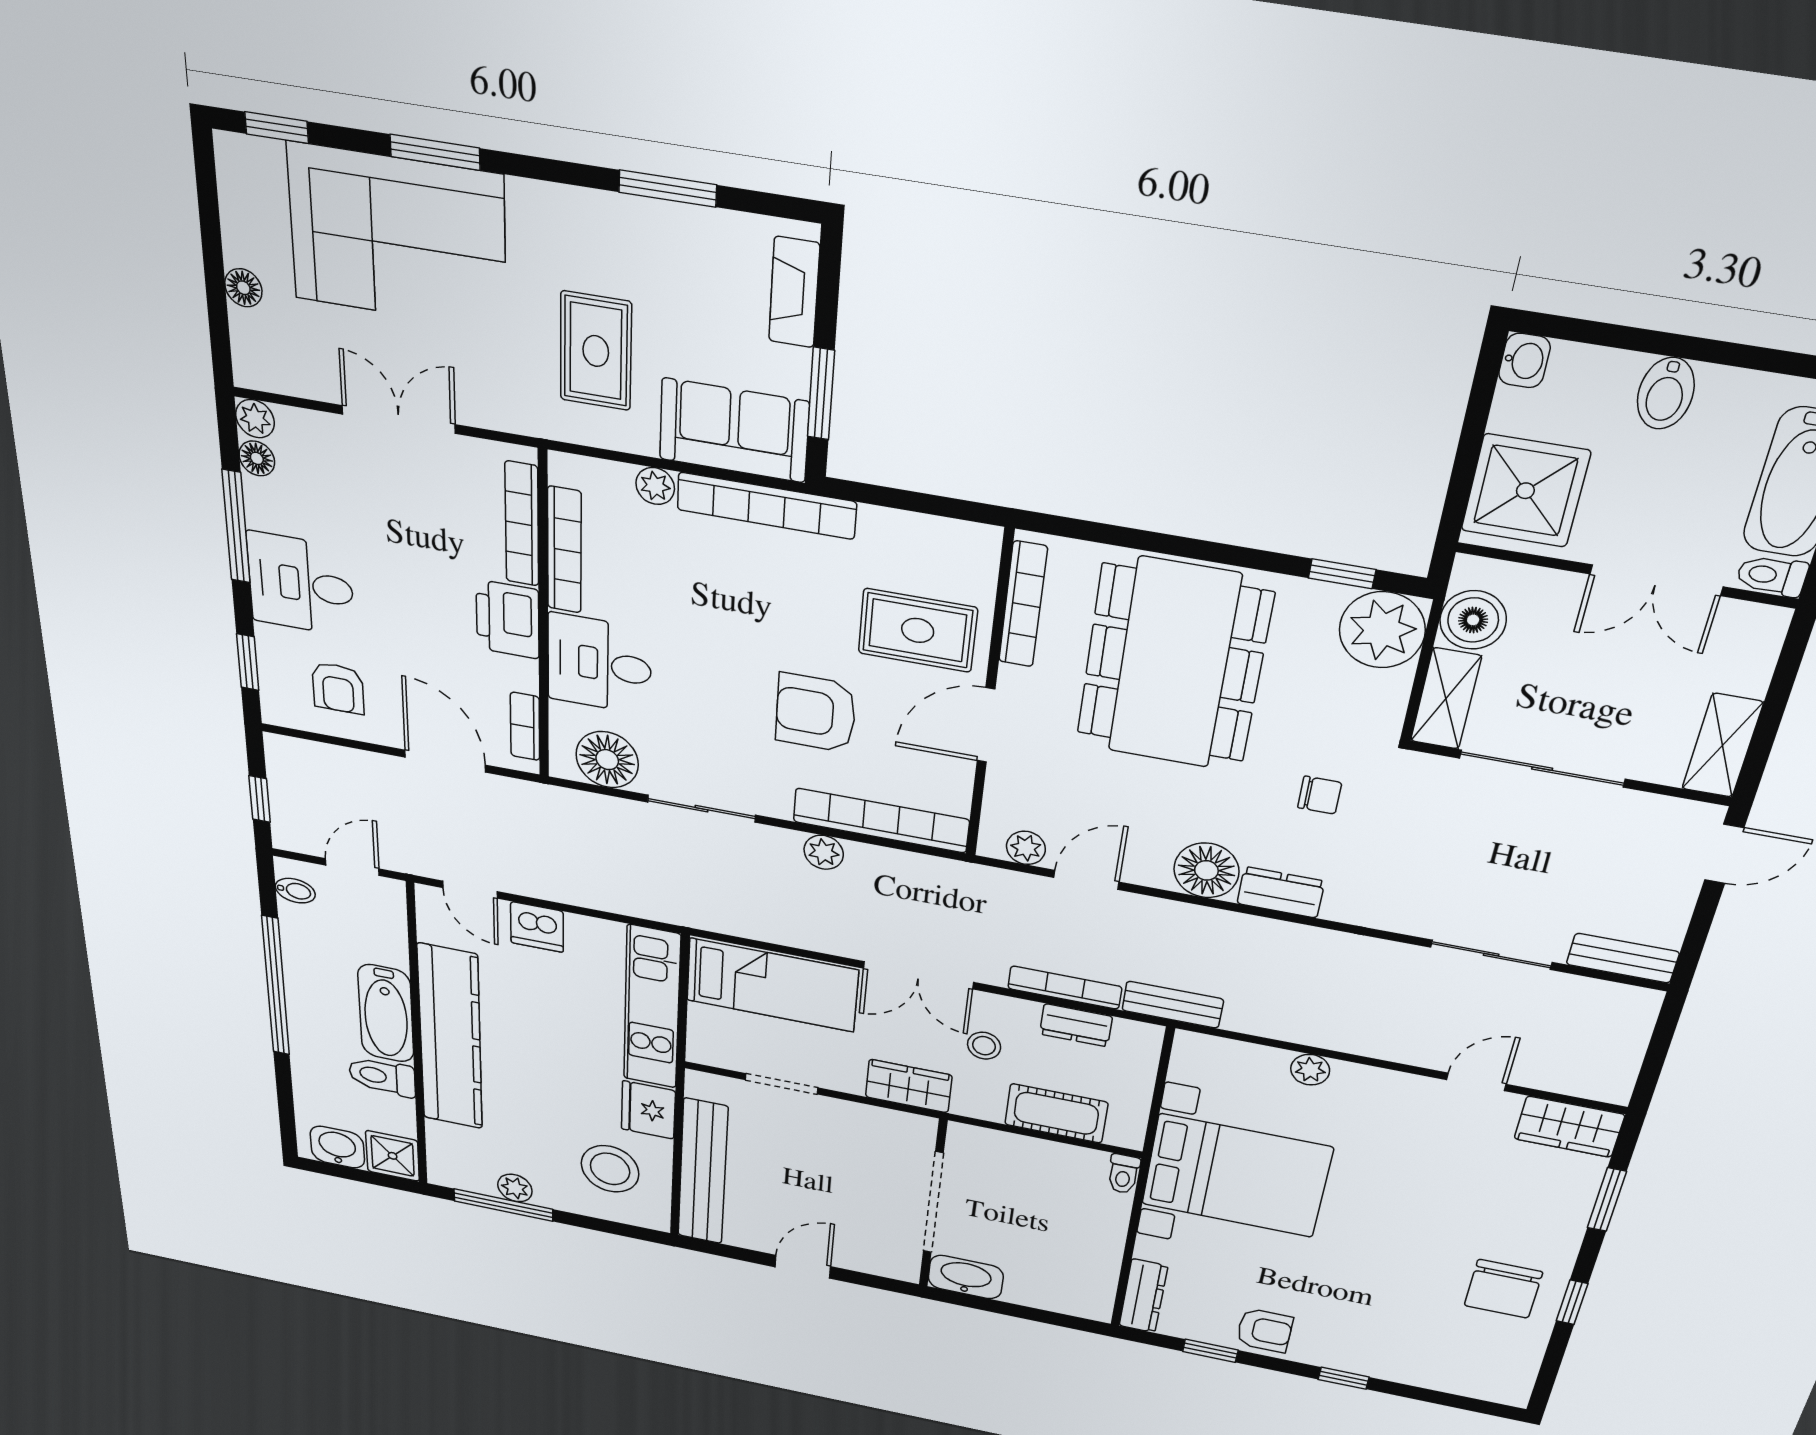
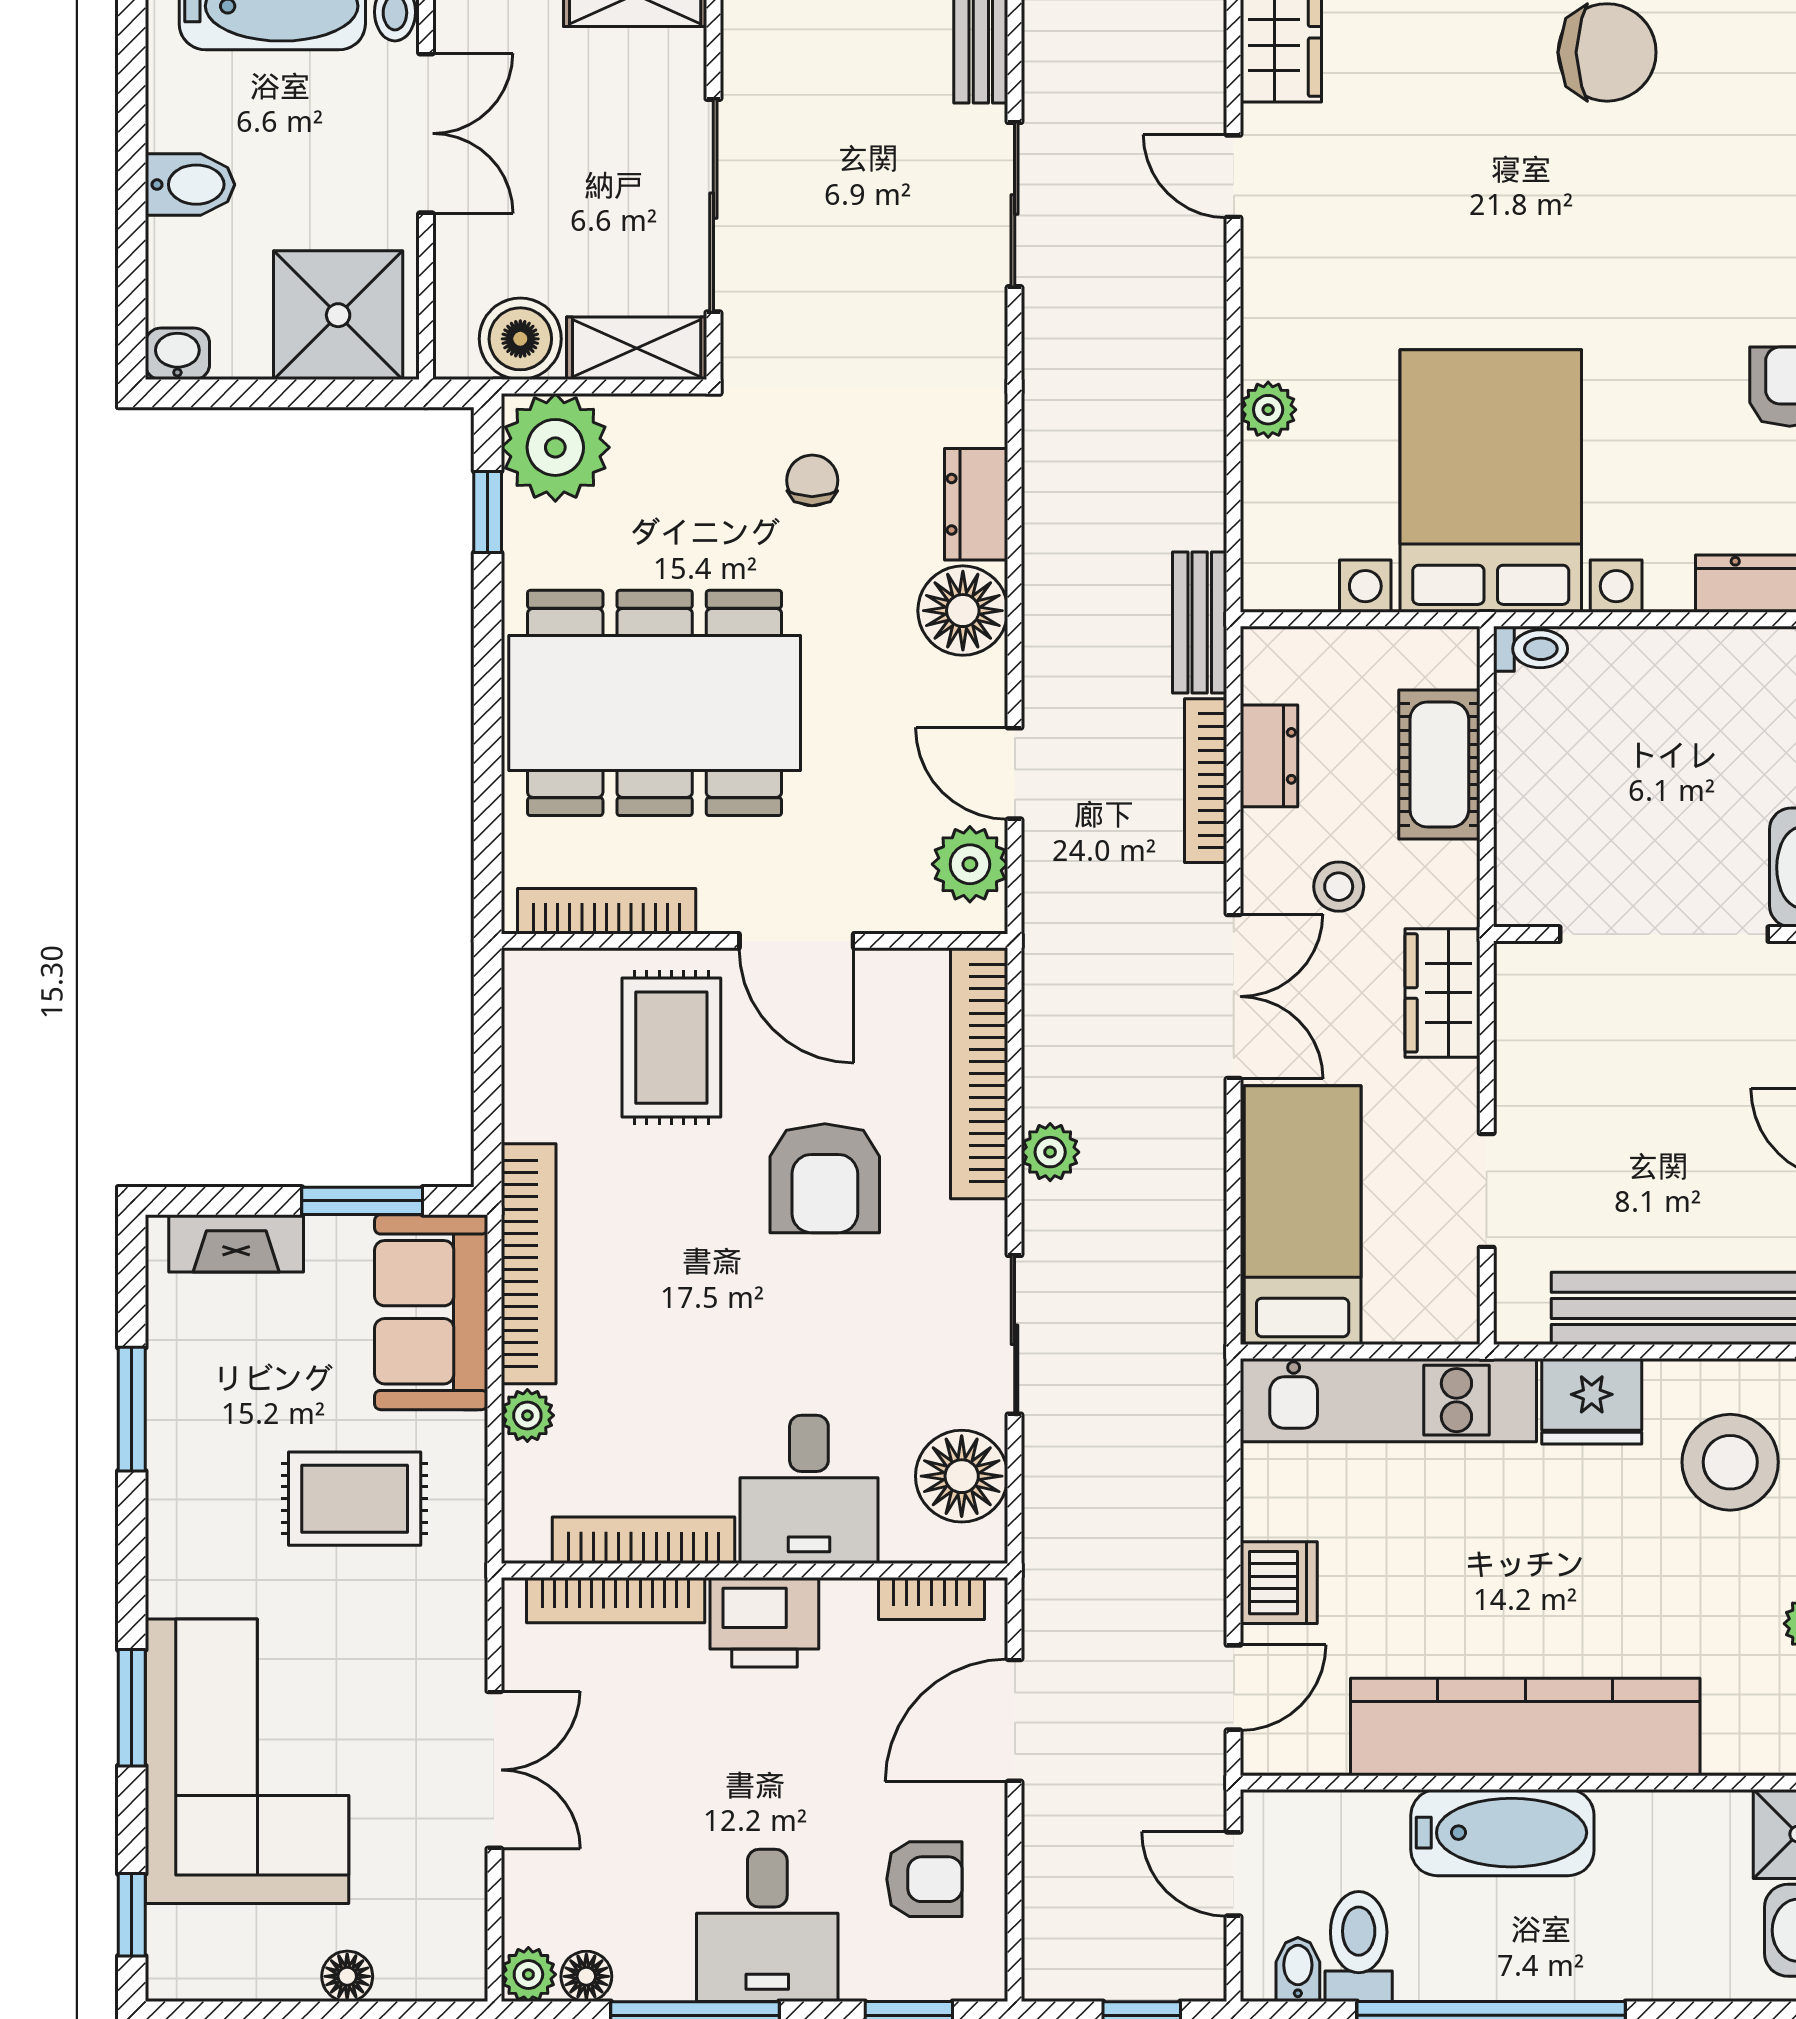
double door: (399, 419) -> (494, 1770), swing flipped
plant: (1026, 848) -> (970, 864), width x1.38, depth x1.38
toilet: (382, 1077) -> (1359, 1947), moved, turned 180

